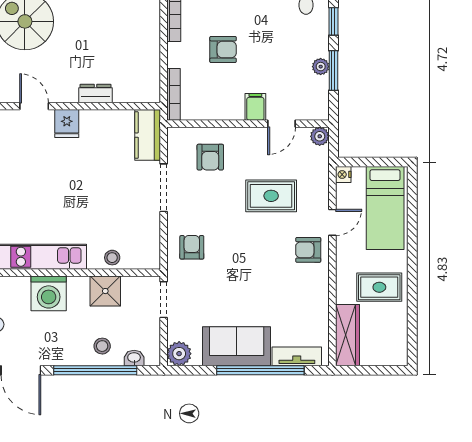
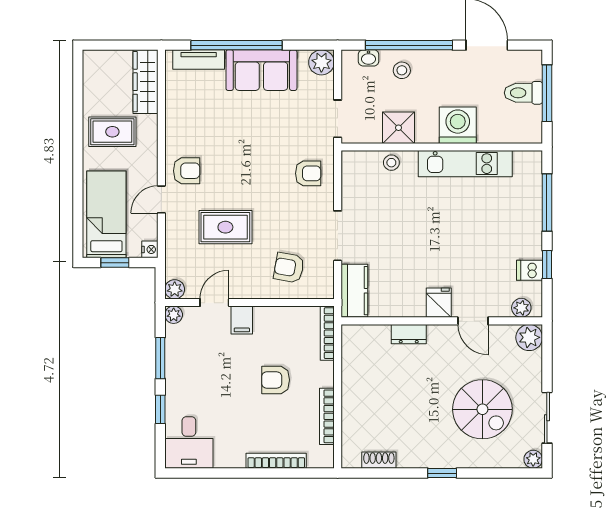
plant: (321, 67) -> (174, 315), moved
armchair: (210, 157) -> (289, 268), turned -80
window: (377, 162) -> (115, 263), added
armchair: (192, 247) -> (308, 173), turned -90

